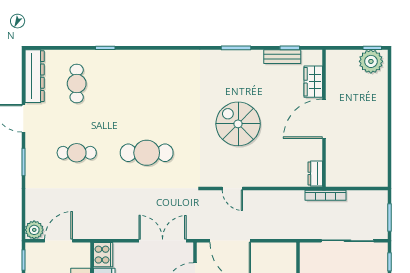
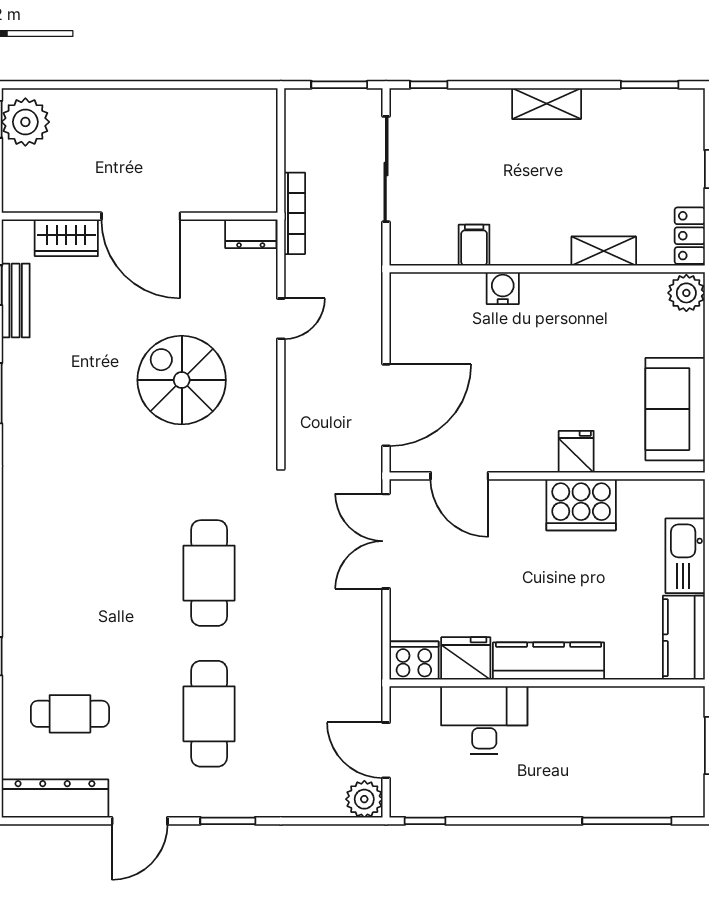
spiral stairs: (238, 124) -> (182, 380), moved, turned 90
cafe table: (77, 153) -> (209, 714), width x1.37, depth x1.35
door: (232, 188) -> (281, 319), moved

